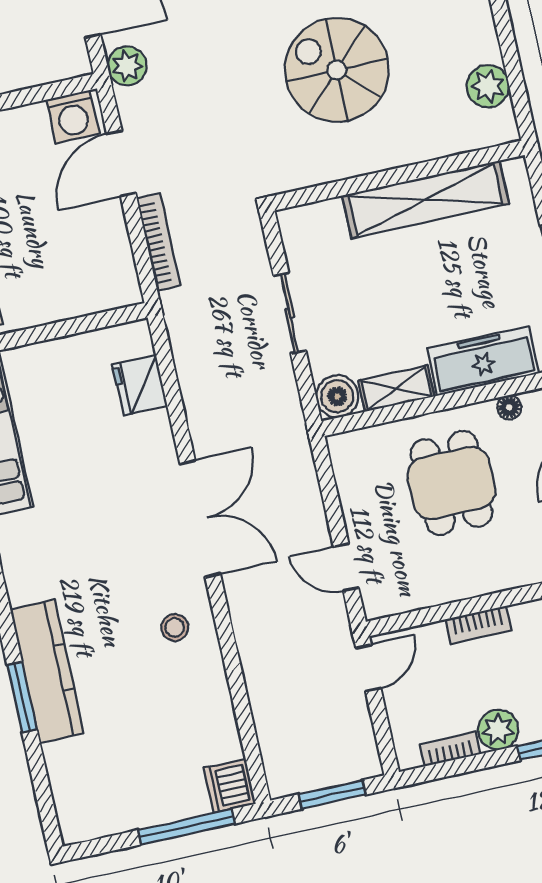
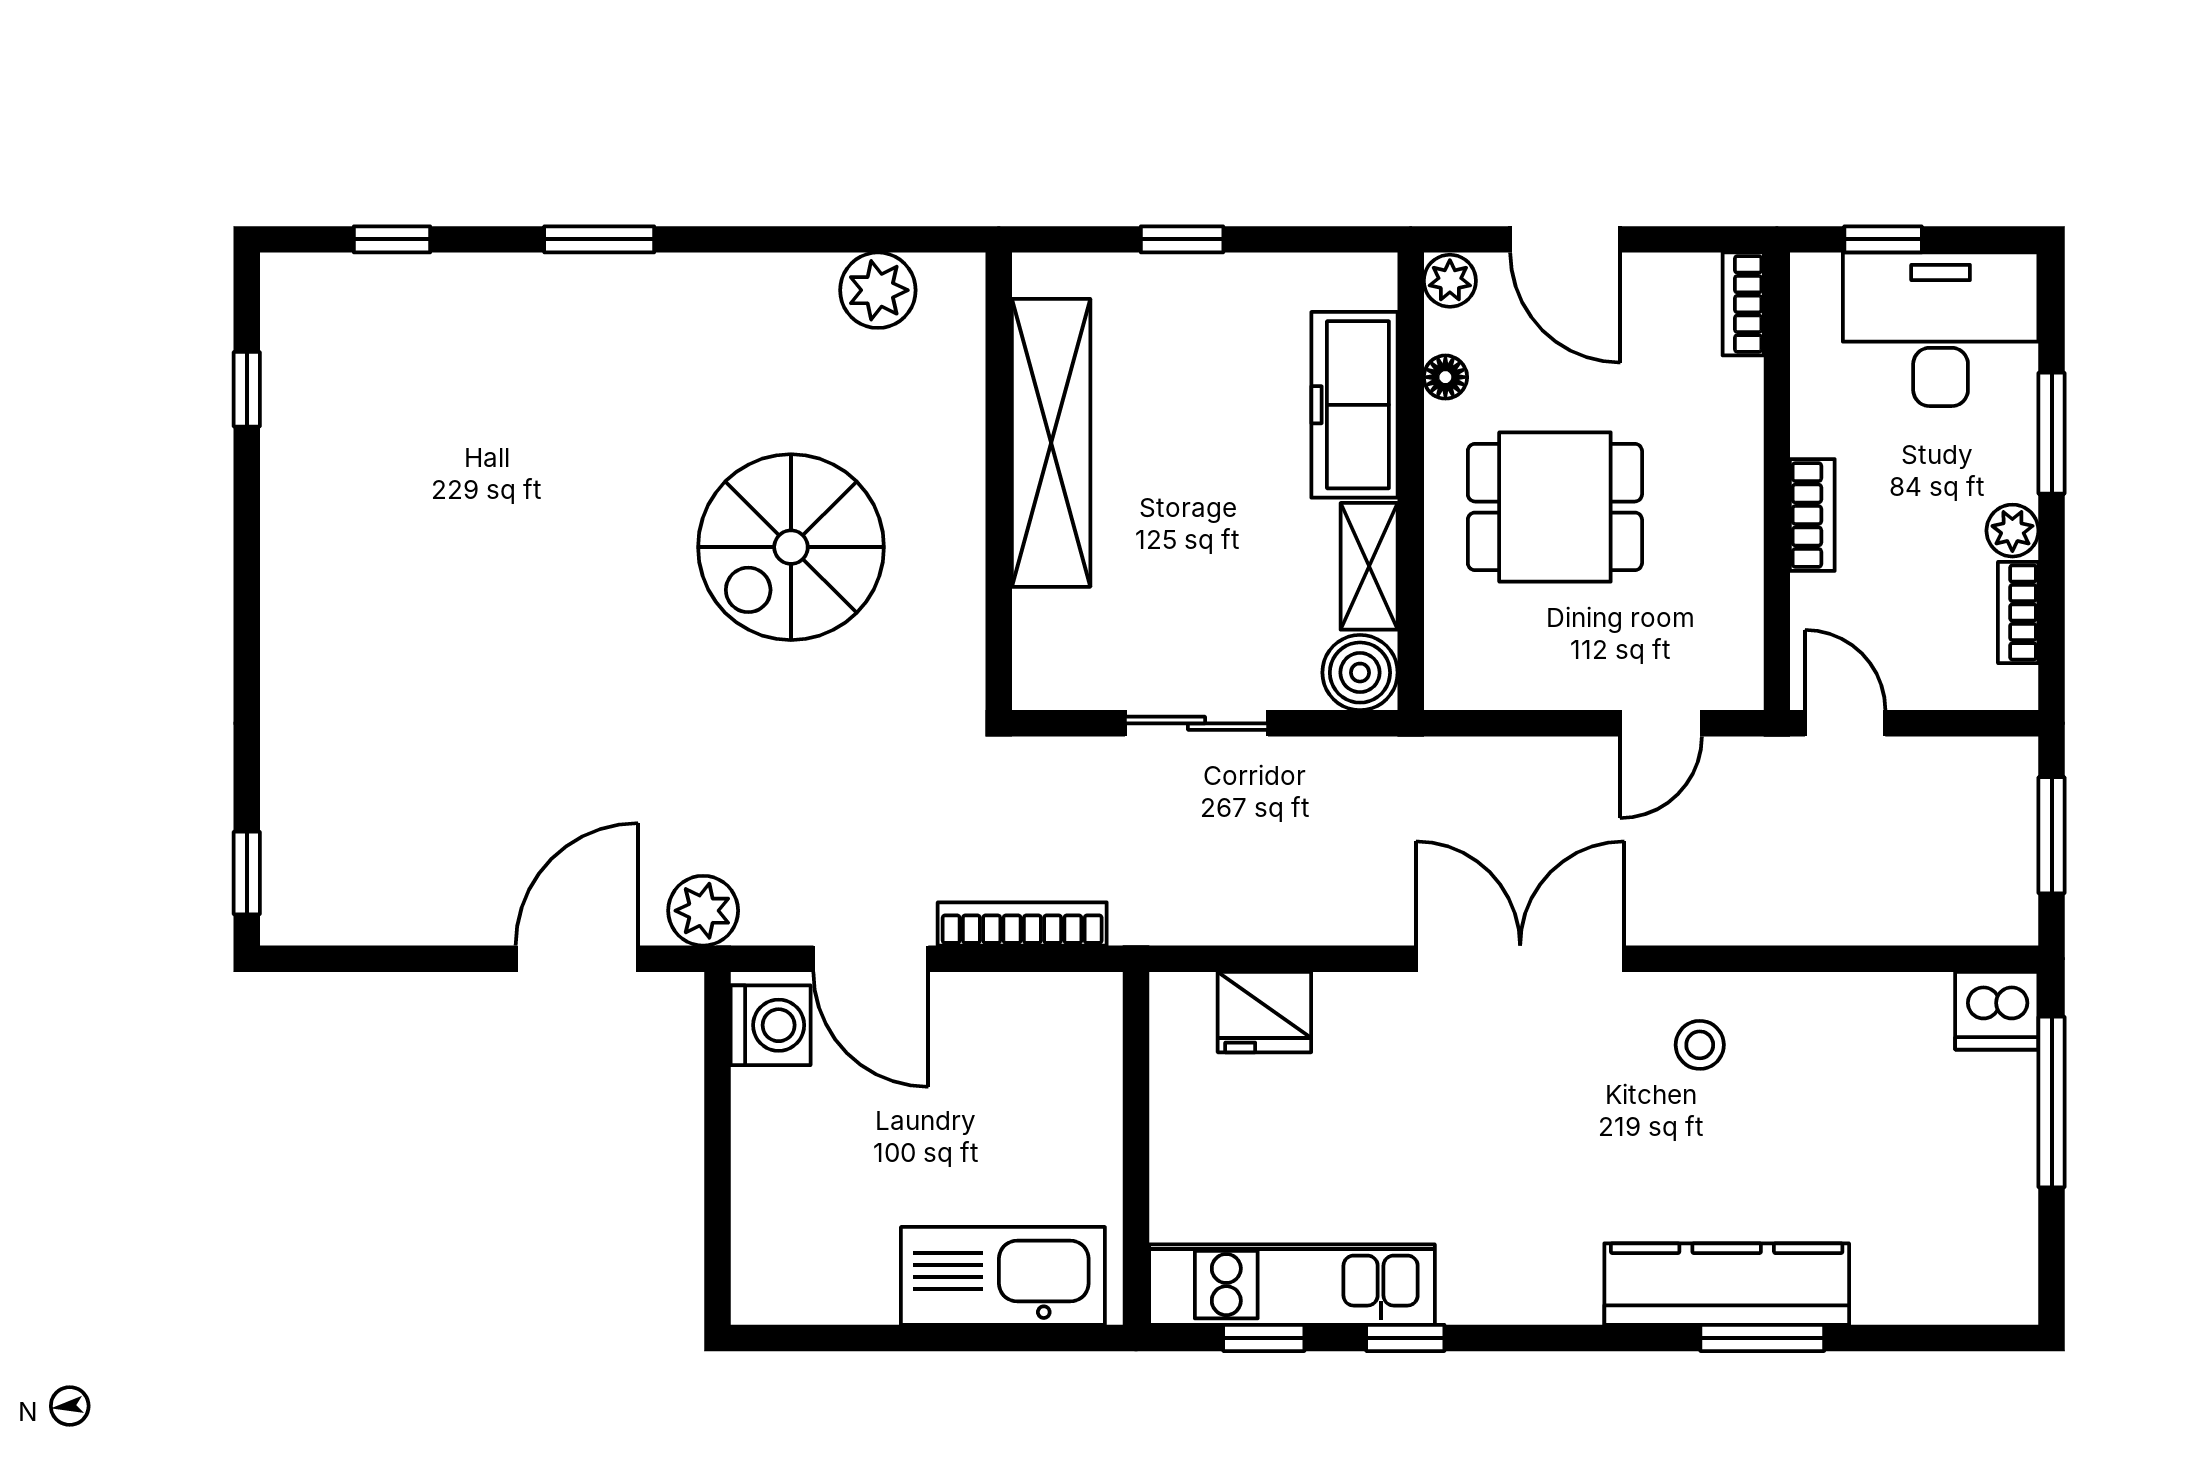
plant: (498, 730) -> (2012, 531), width x0.73, depth x0.73

